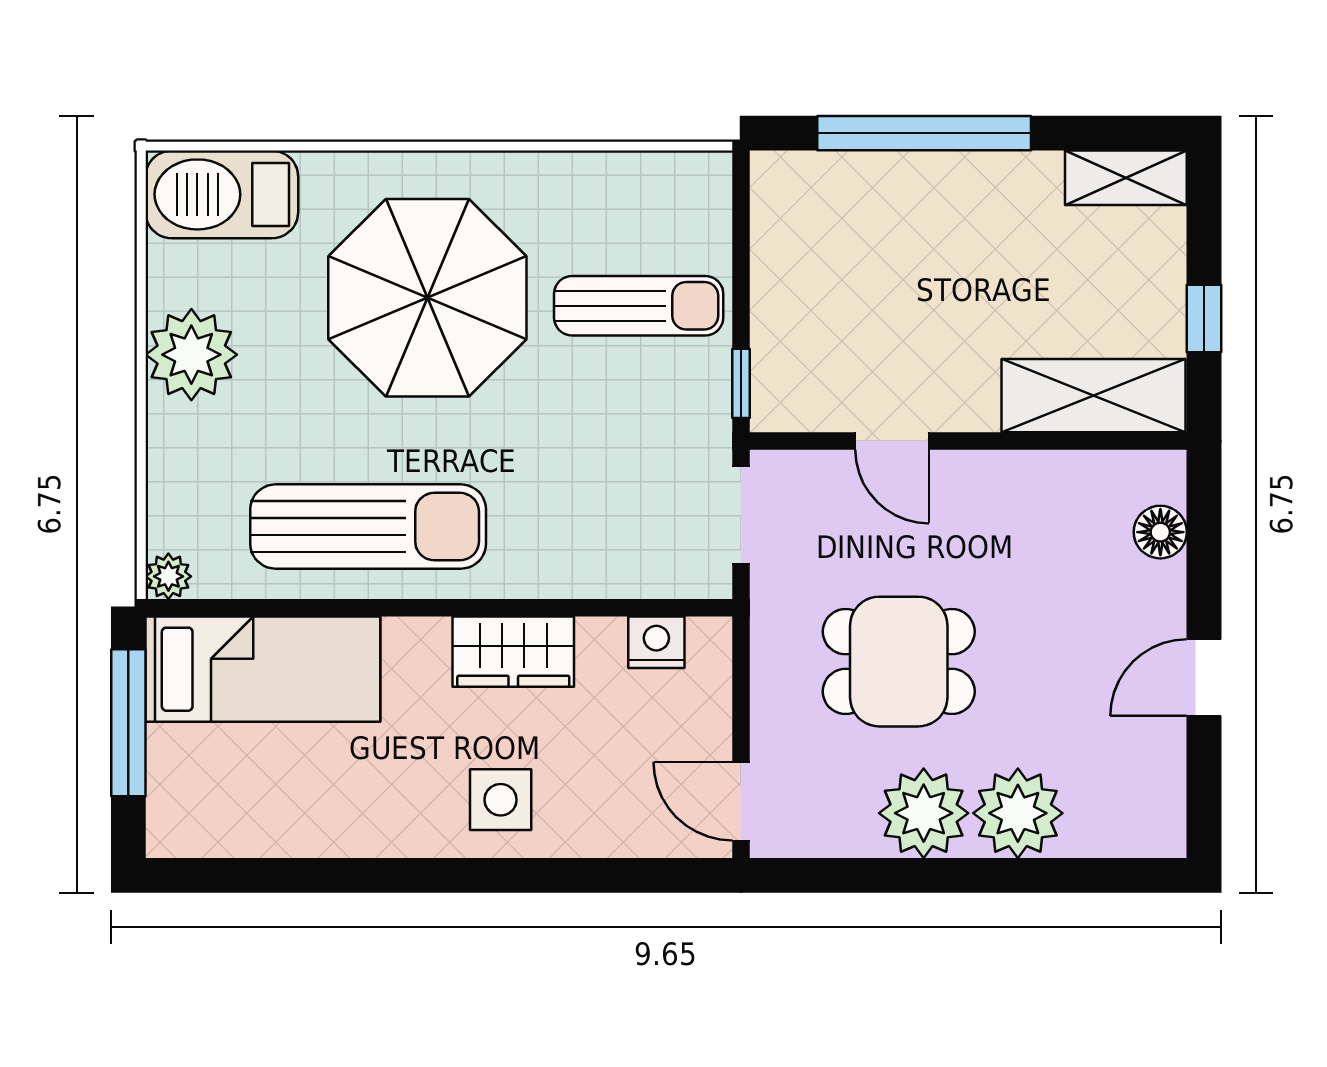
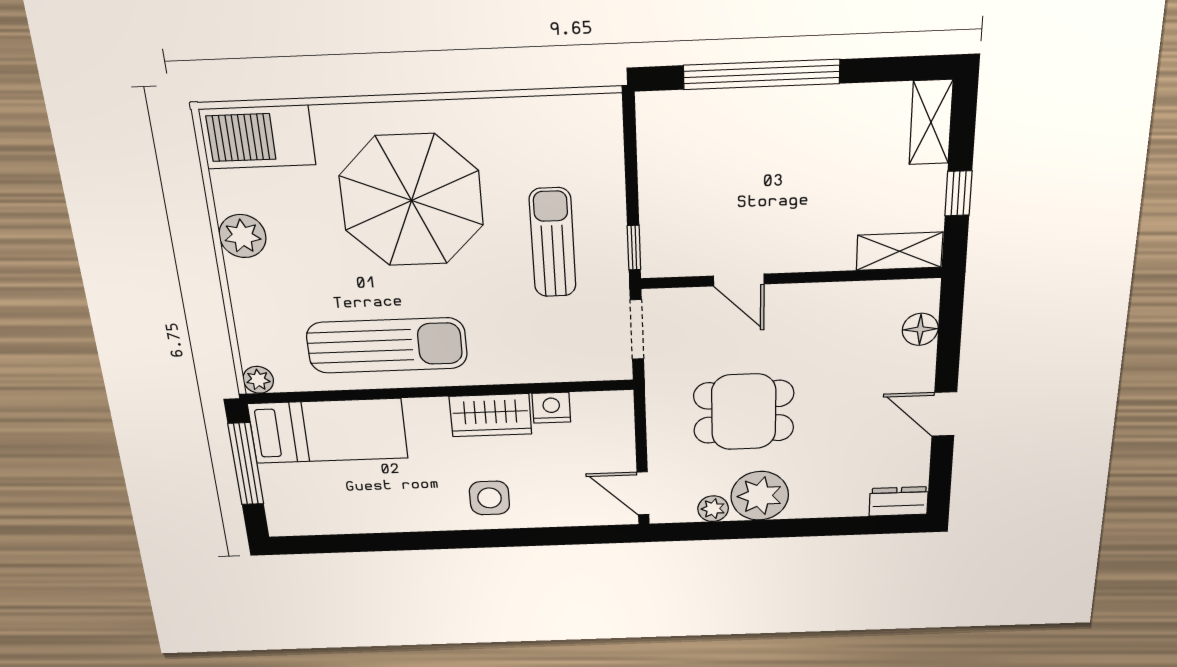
shelving: (1126, 178) -> (931, 122), moved, turned 90
sun lounger: (639, 306) -> (553, 243), moved, turned -90
plant: (191, 355) -> (242, 236), width x0.73, depth x0.73
shelving: (1093, 396) -> (899, 251), width x0.67, depth x0.75
nightstand: (656, 642) -> (551, 408), moved
door: (1204, 678) -> (944, 414), hinge flipped
plant: (1018, 813) -> (713, 509), moved, width x0.53, depth x0.53
dresser: (1141, 832) -> (899, 501), added

